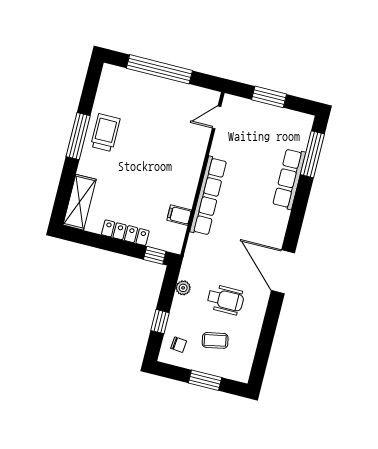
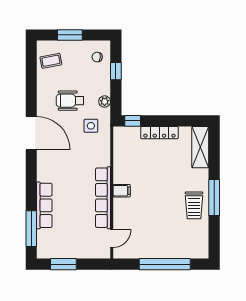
window: (269, 97) -> (63, 264), moved
row of seats: (208, 196) -> (103, 198), moved
filing cabinet: (179, 215) -> (122, 191), moved
side table: (207, 262) -> (91, 126), added
coffee table: (215, 340) -> (51, 61), moved

